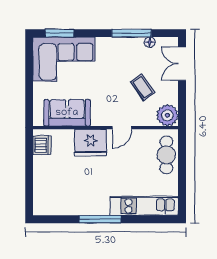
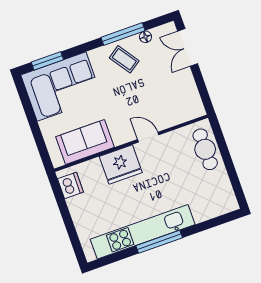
coffee table: (143, 87) -> (124, 59), moved
plant: (167, 115) -> (191, 107), removed
door: (122, 128) -> (148, 137), swing flipped
kitchen unit: (144, 206) -> (143, 232), moved, width x1.36

